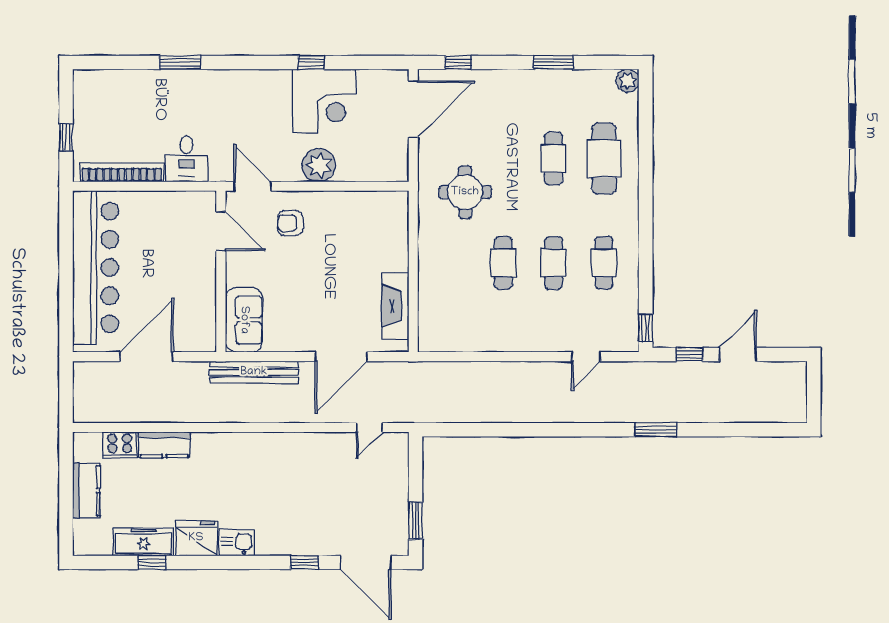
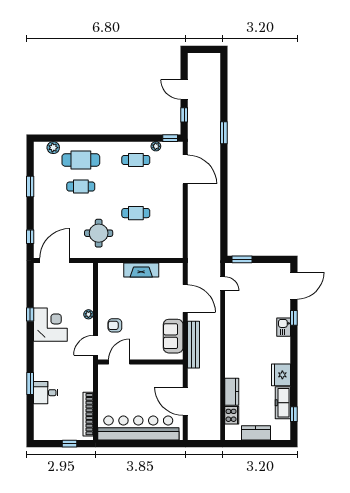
plant: (627, 81) -> (53, 148), moved
corner desk: (324, 101) -> (50, 325), moved
door: (413, 109) -> (55, 260), hinge flipped
desk: (186, 159) -> (46, 393), moved, turned 180
plant: (319, 165) -> (88, 314), width x0.53, depth x0.53
armchair: (290, 223) -> (115, 325), turned 90
cafe table: (554, 263) -> (136, 187), removed
plant: (630, 301) -> (156, 146), added
fireplace: (395, 306) -> (141, 270), moved
sofa: (244, 320) -> (173, 336), moved, turned -90
door: (586, 357) -> (185, 169), width x1.87
window: (416, 520) -> (242, 259), moved
kitchen sink: (237, 543) -> (284, 327), moved
window: (152, 562) -> (294, 414), moved

